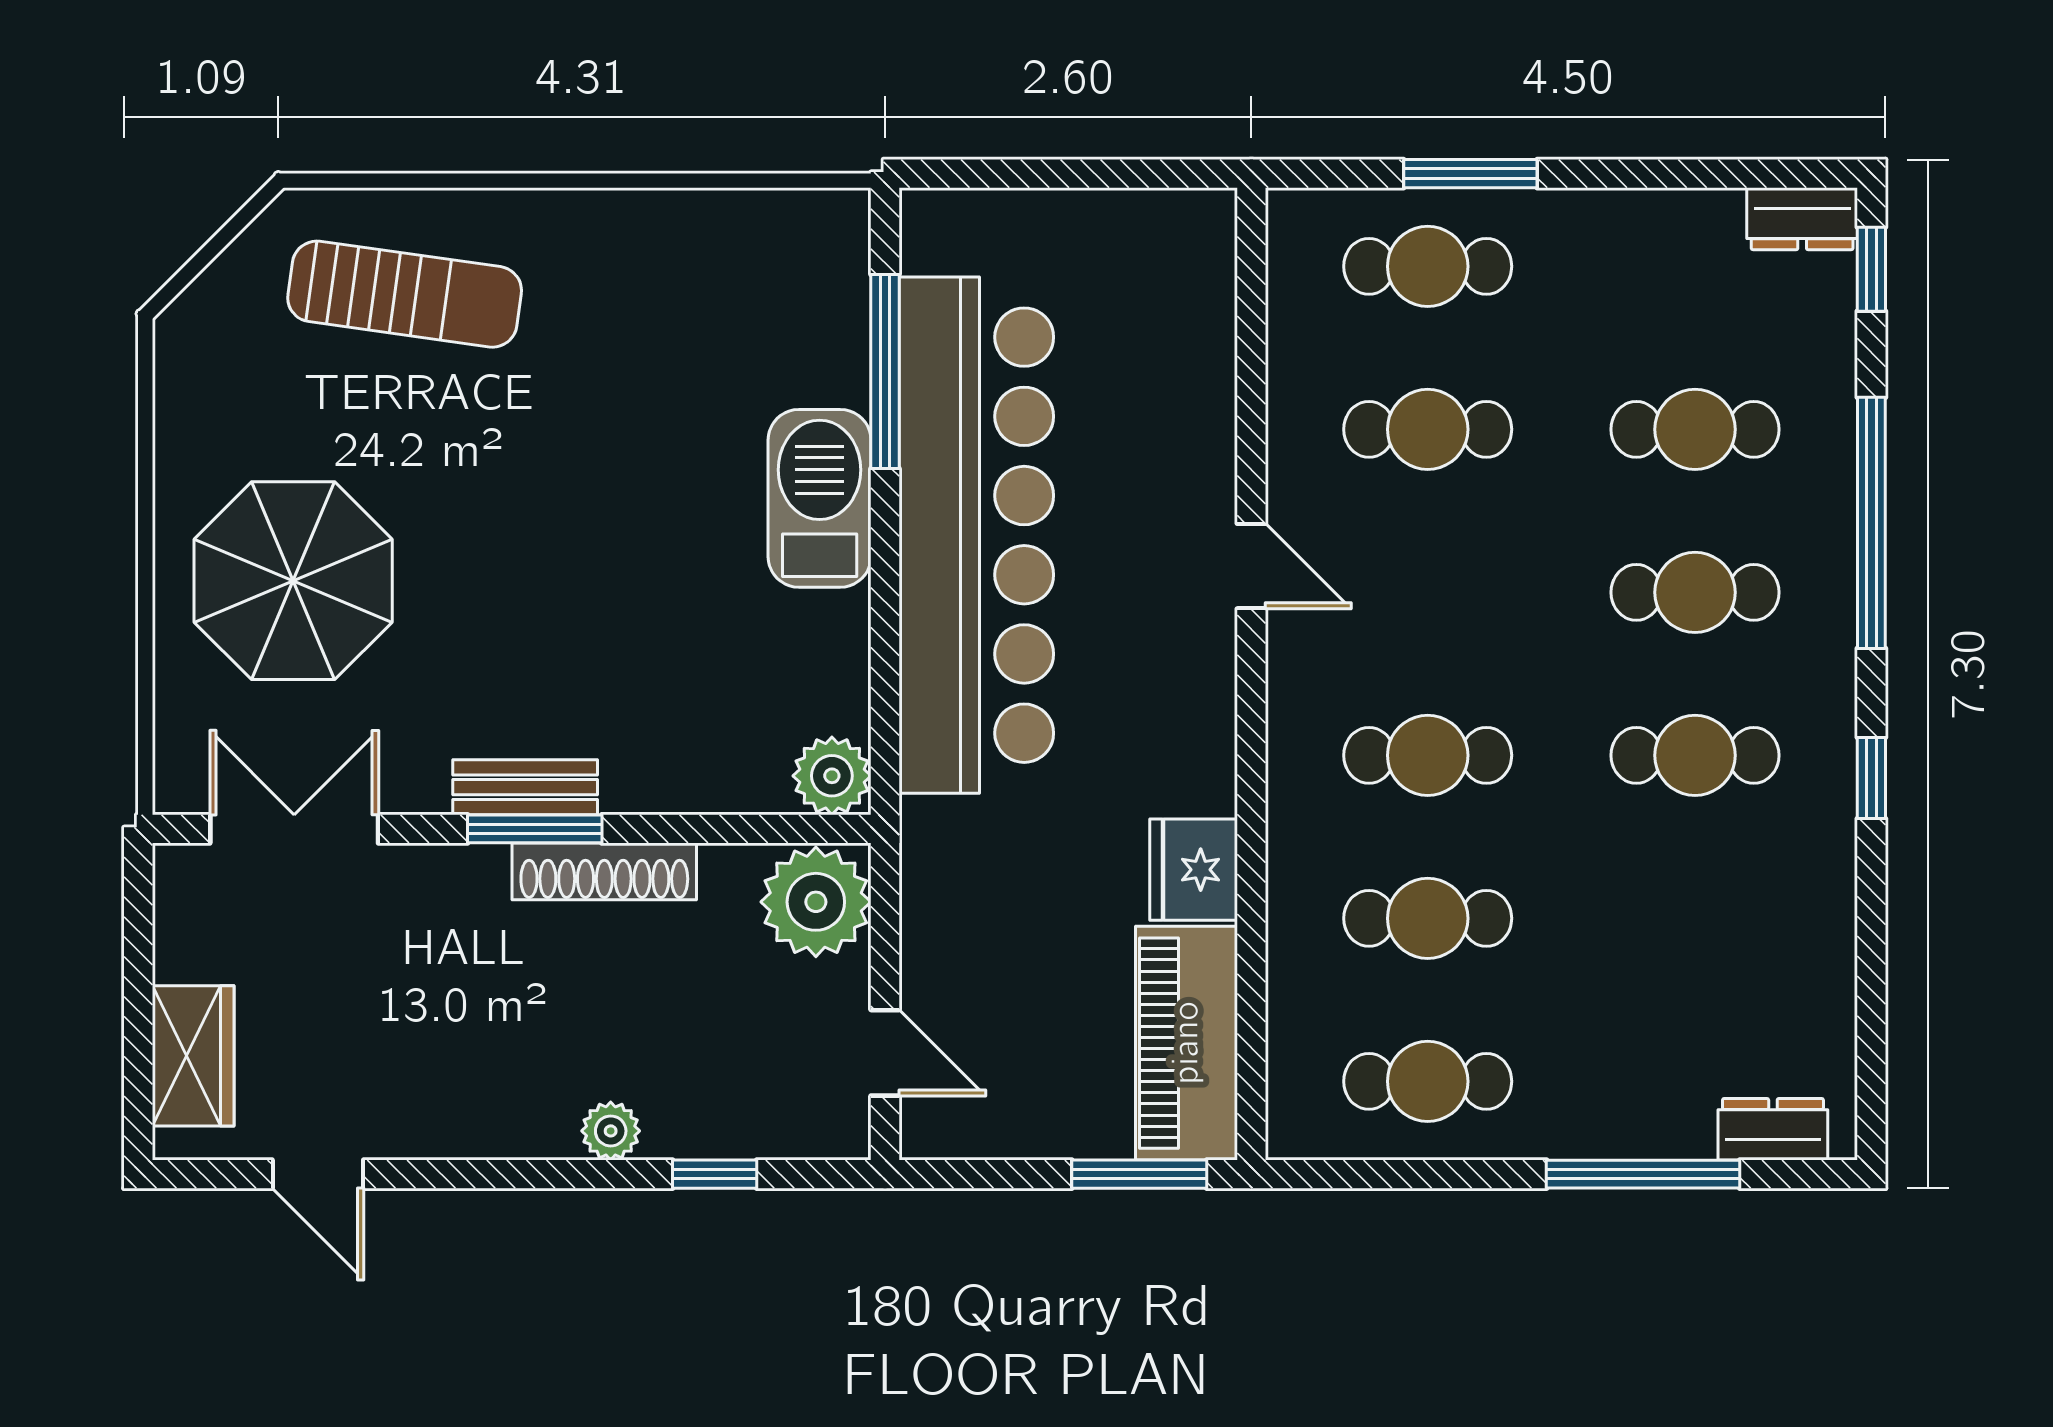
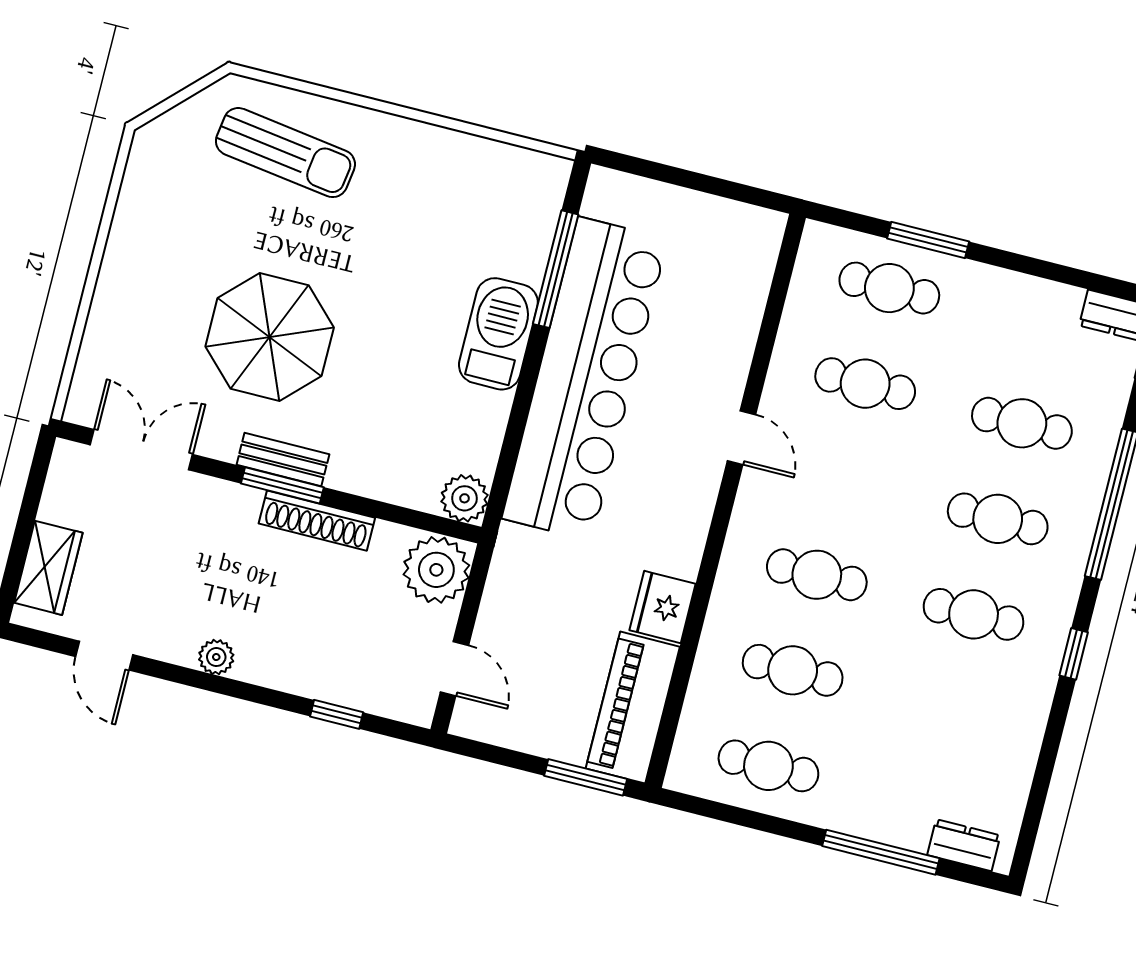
parasol: (293, 581) -> (270, 337), moved
plant: (611, 1131) -> (216, 657), moved

